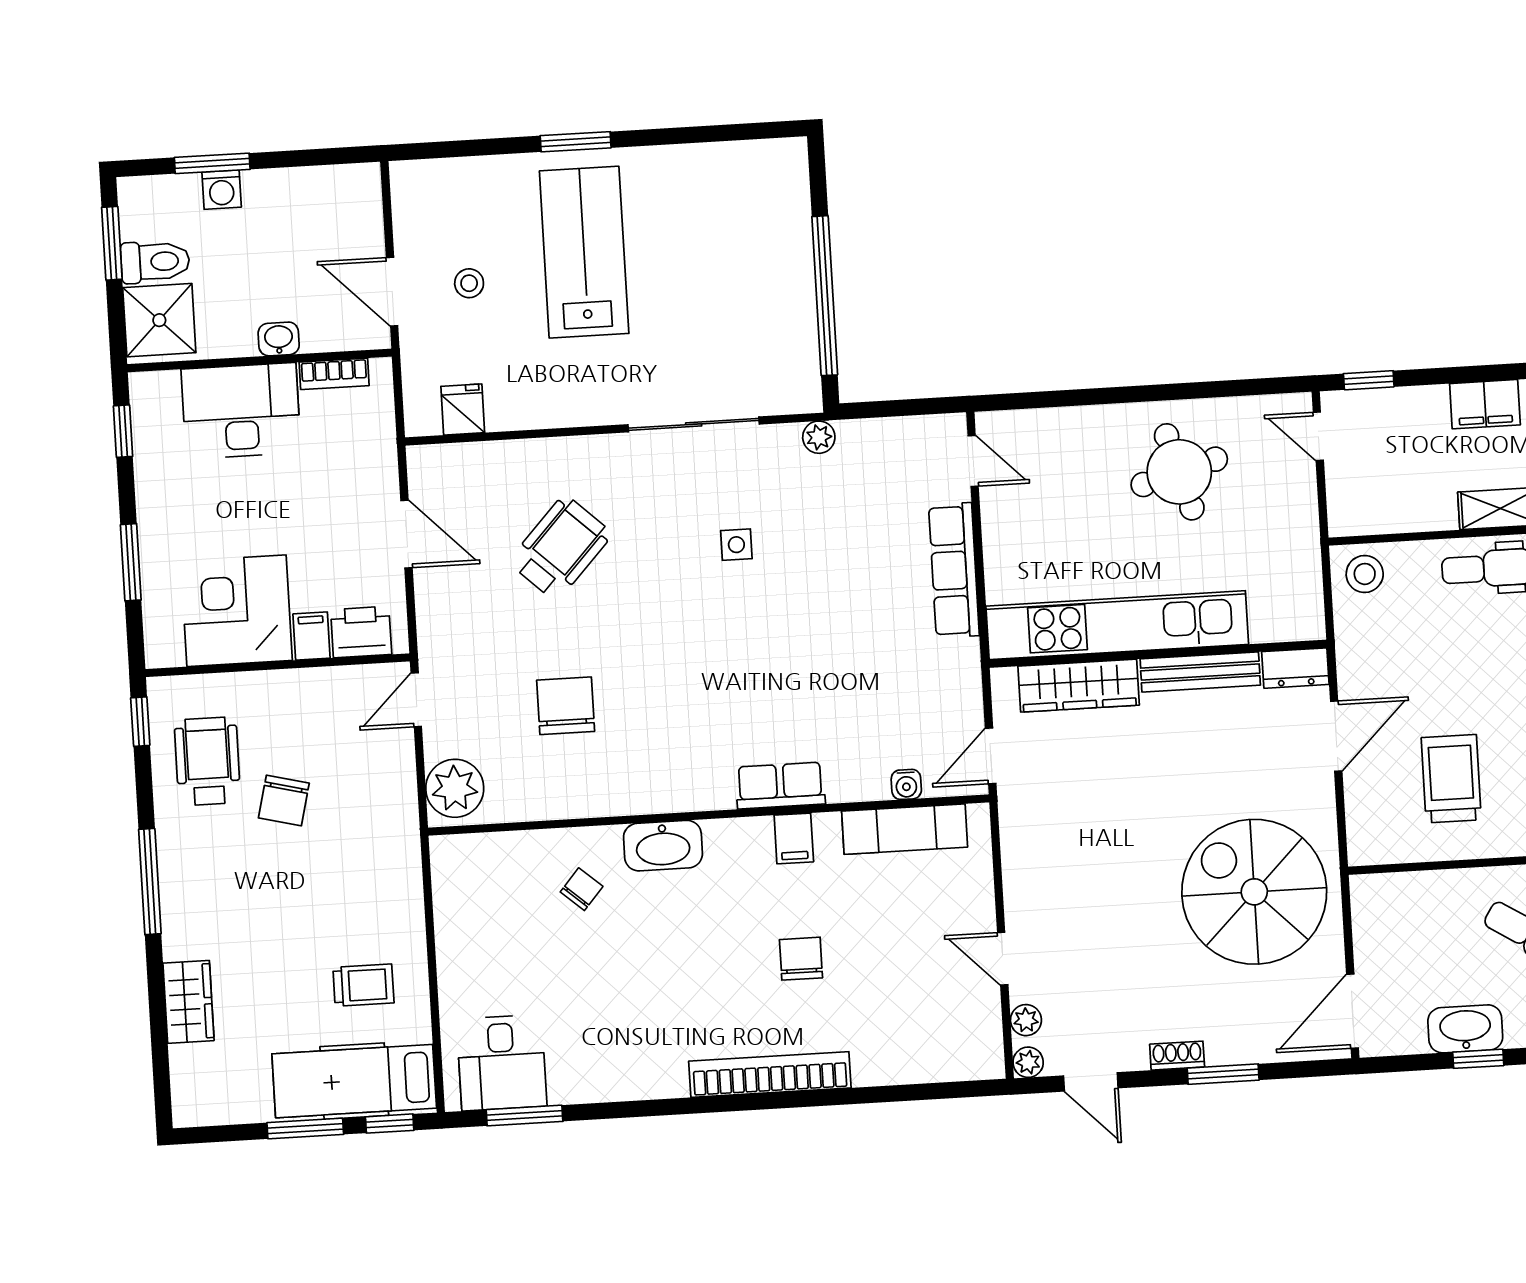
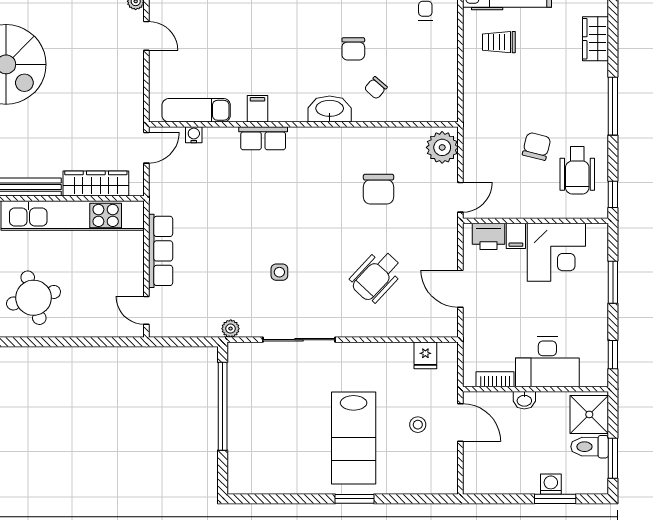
chair: (801, 959) -> (353, 49), moved

